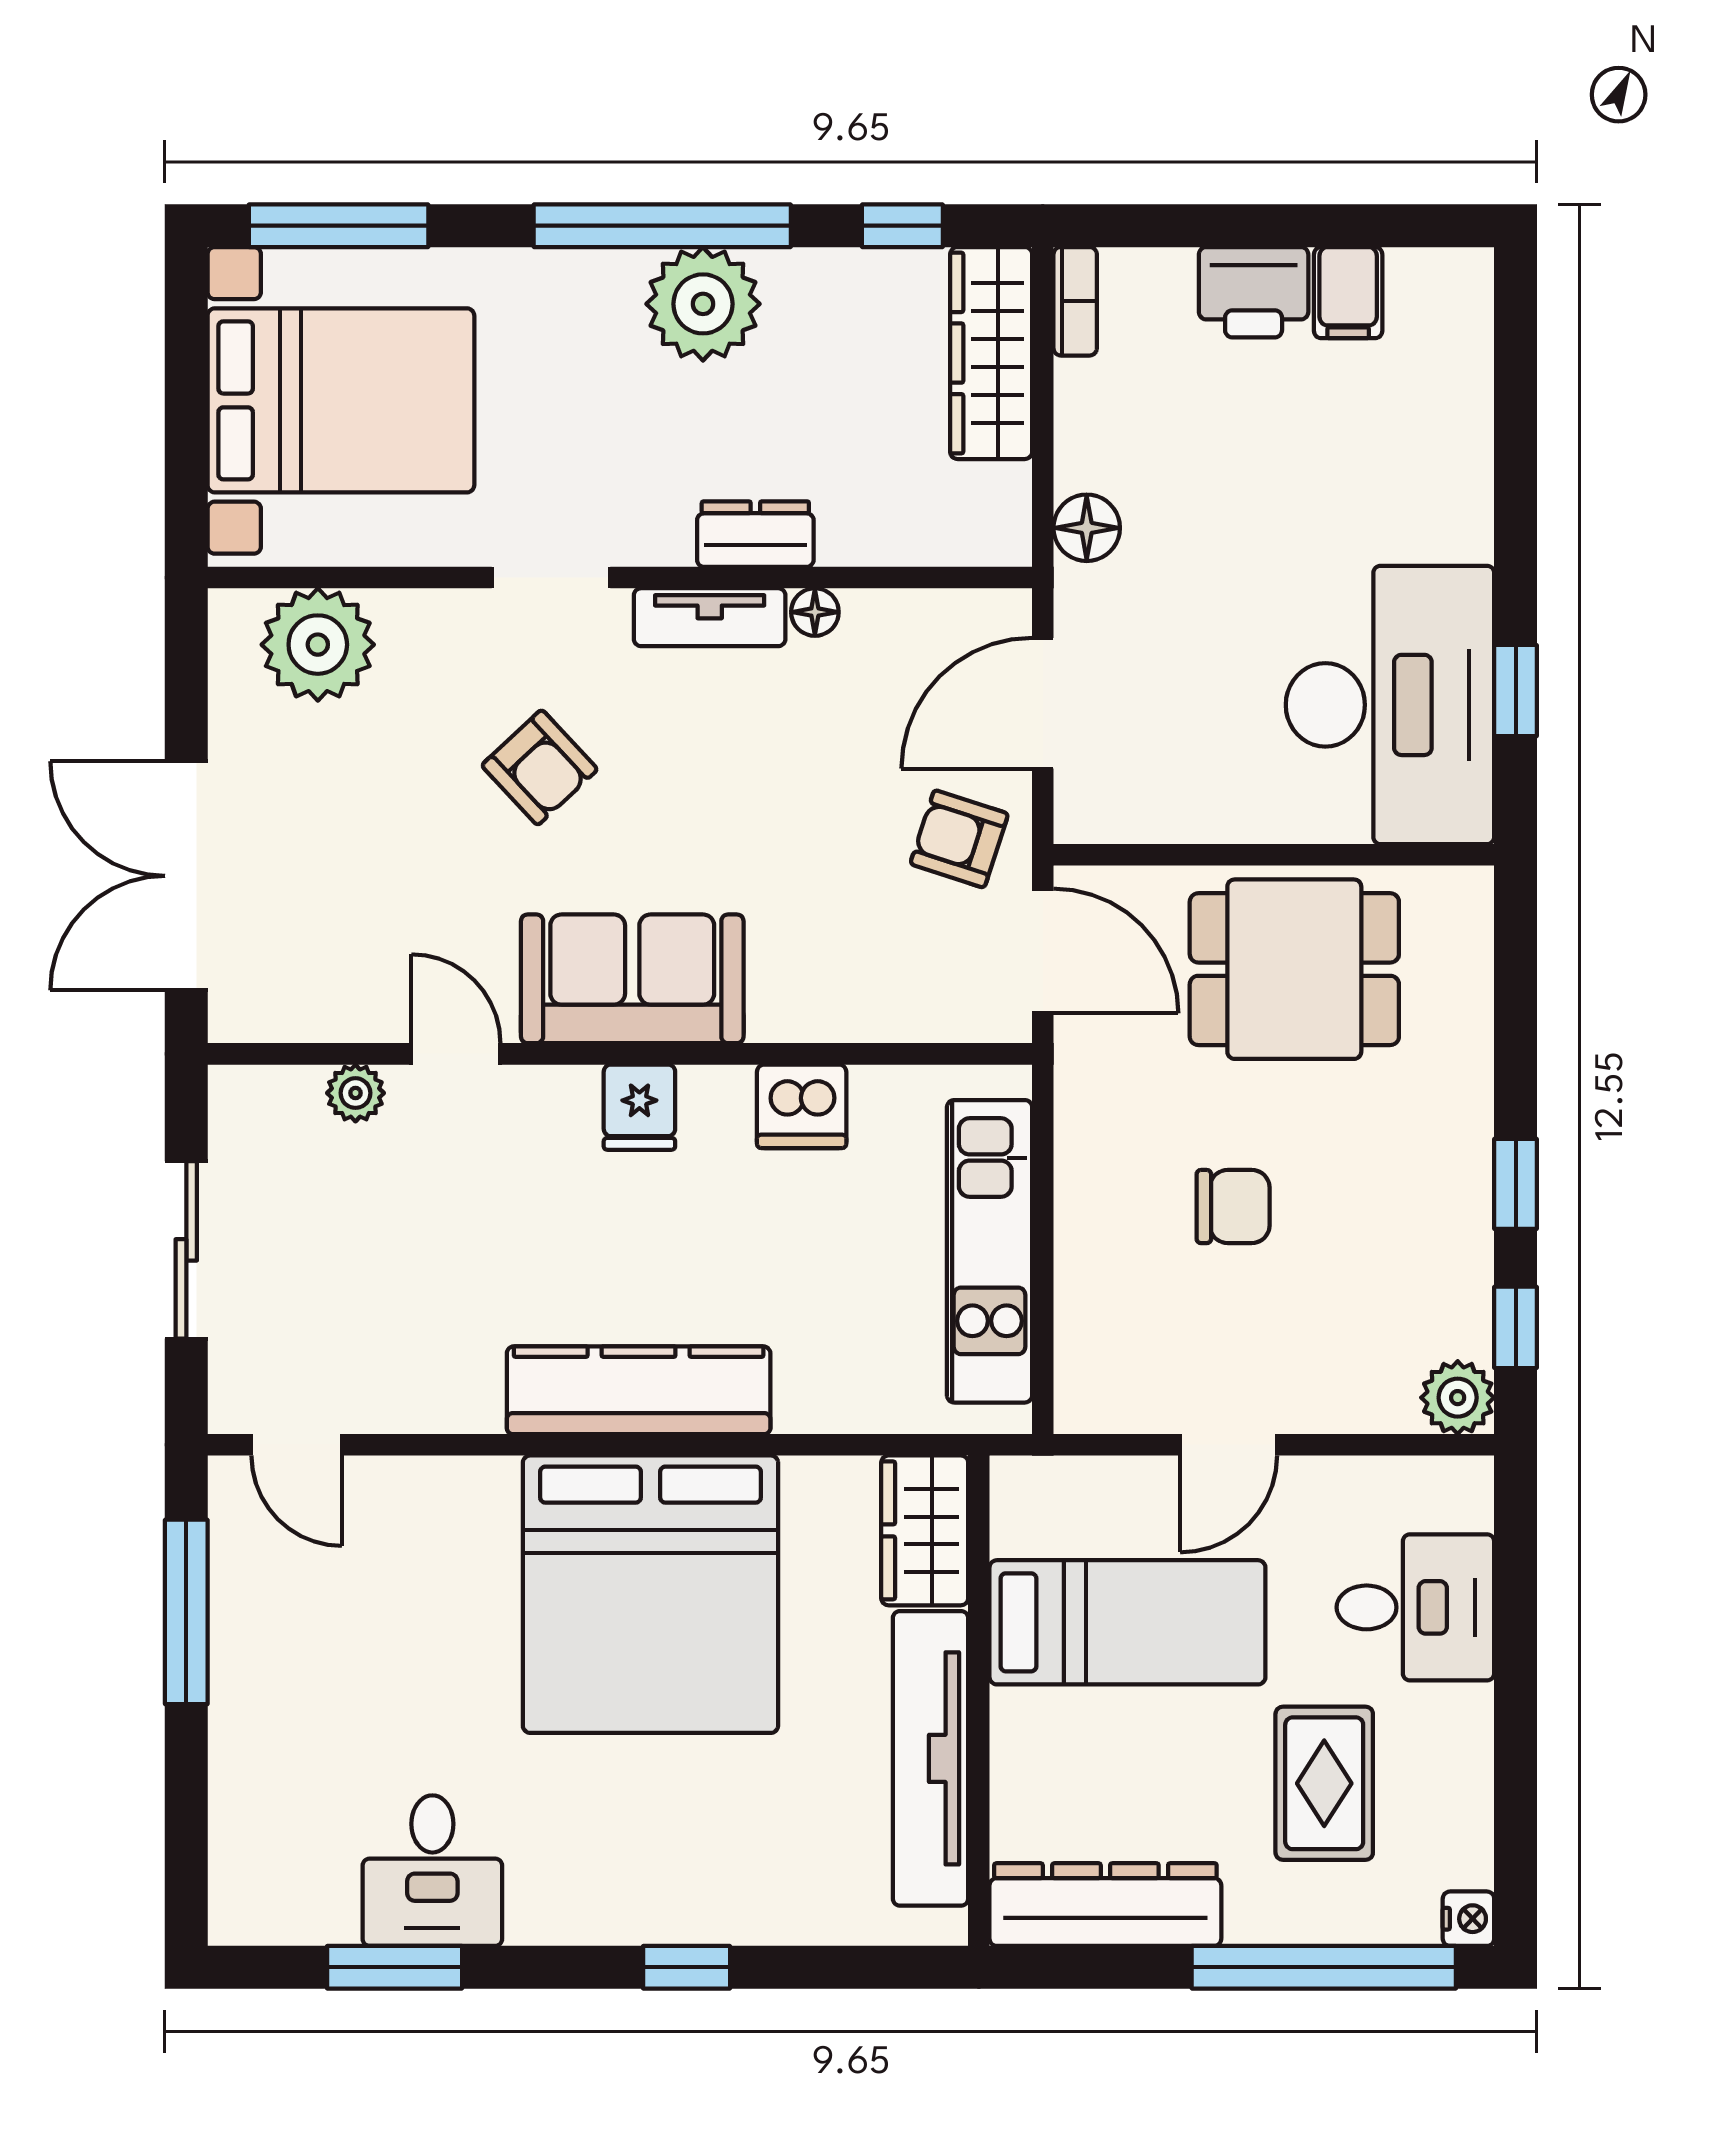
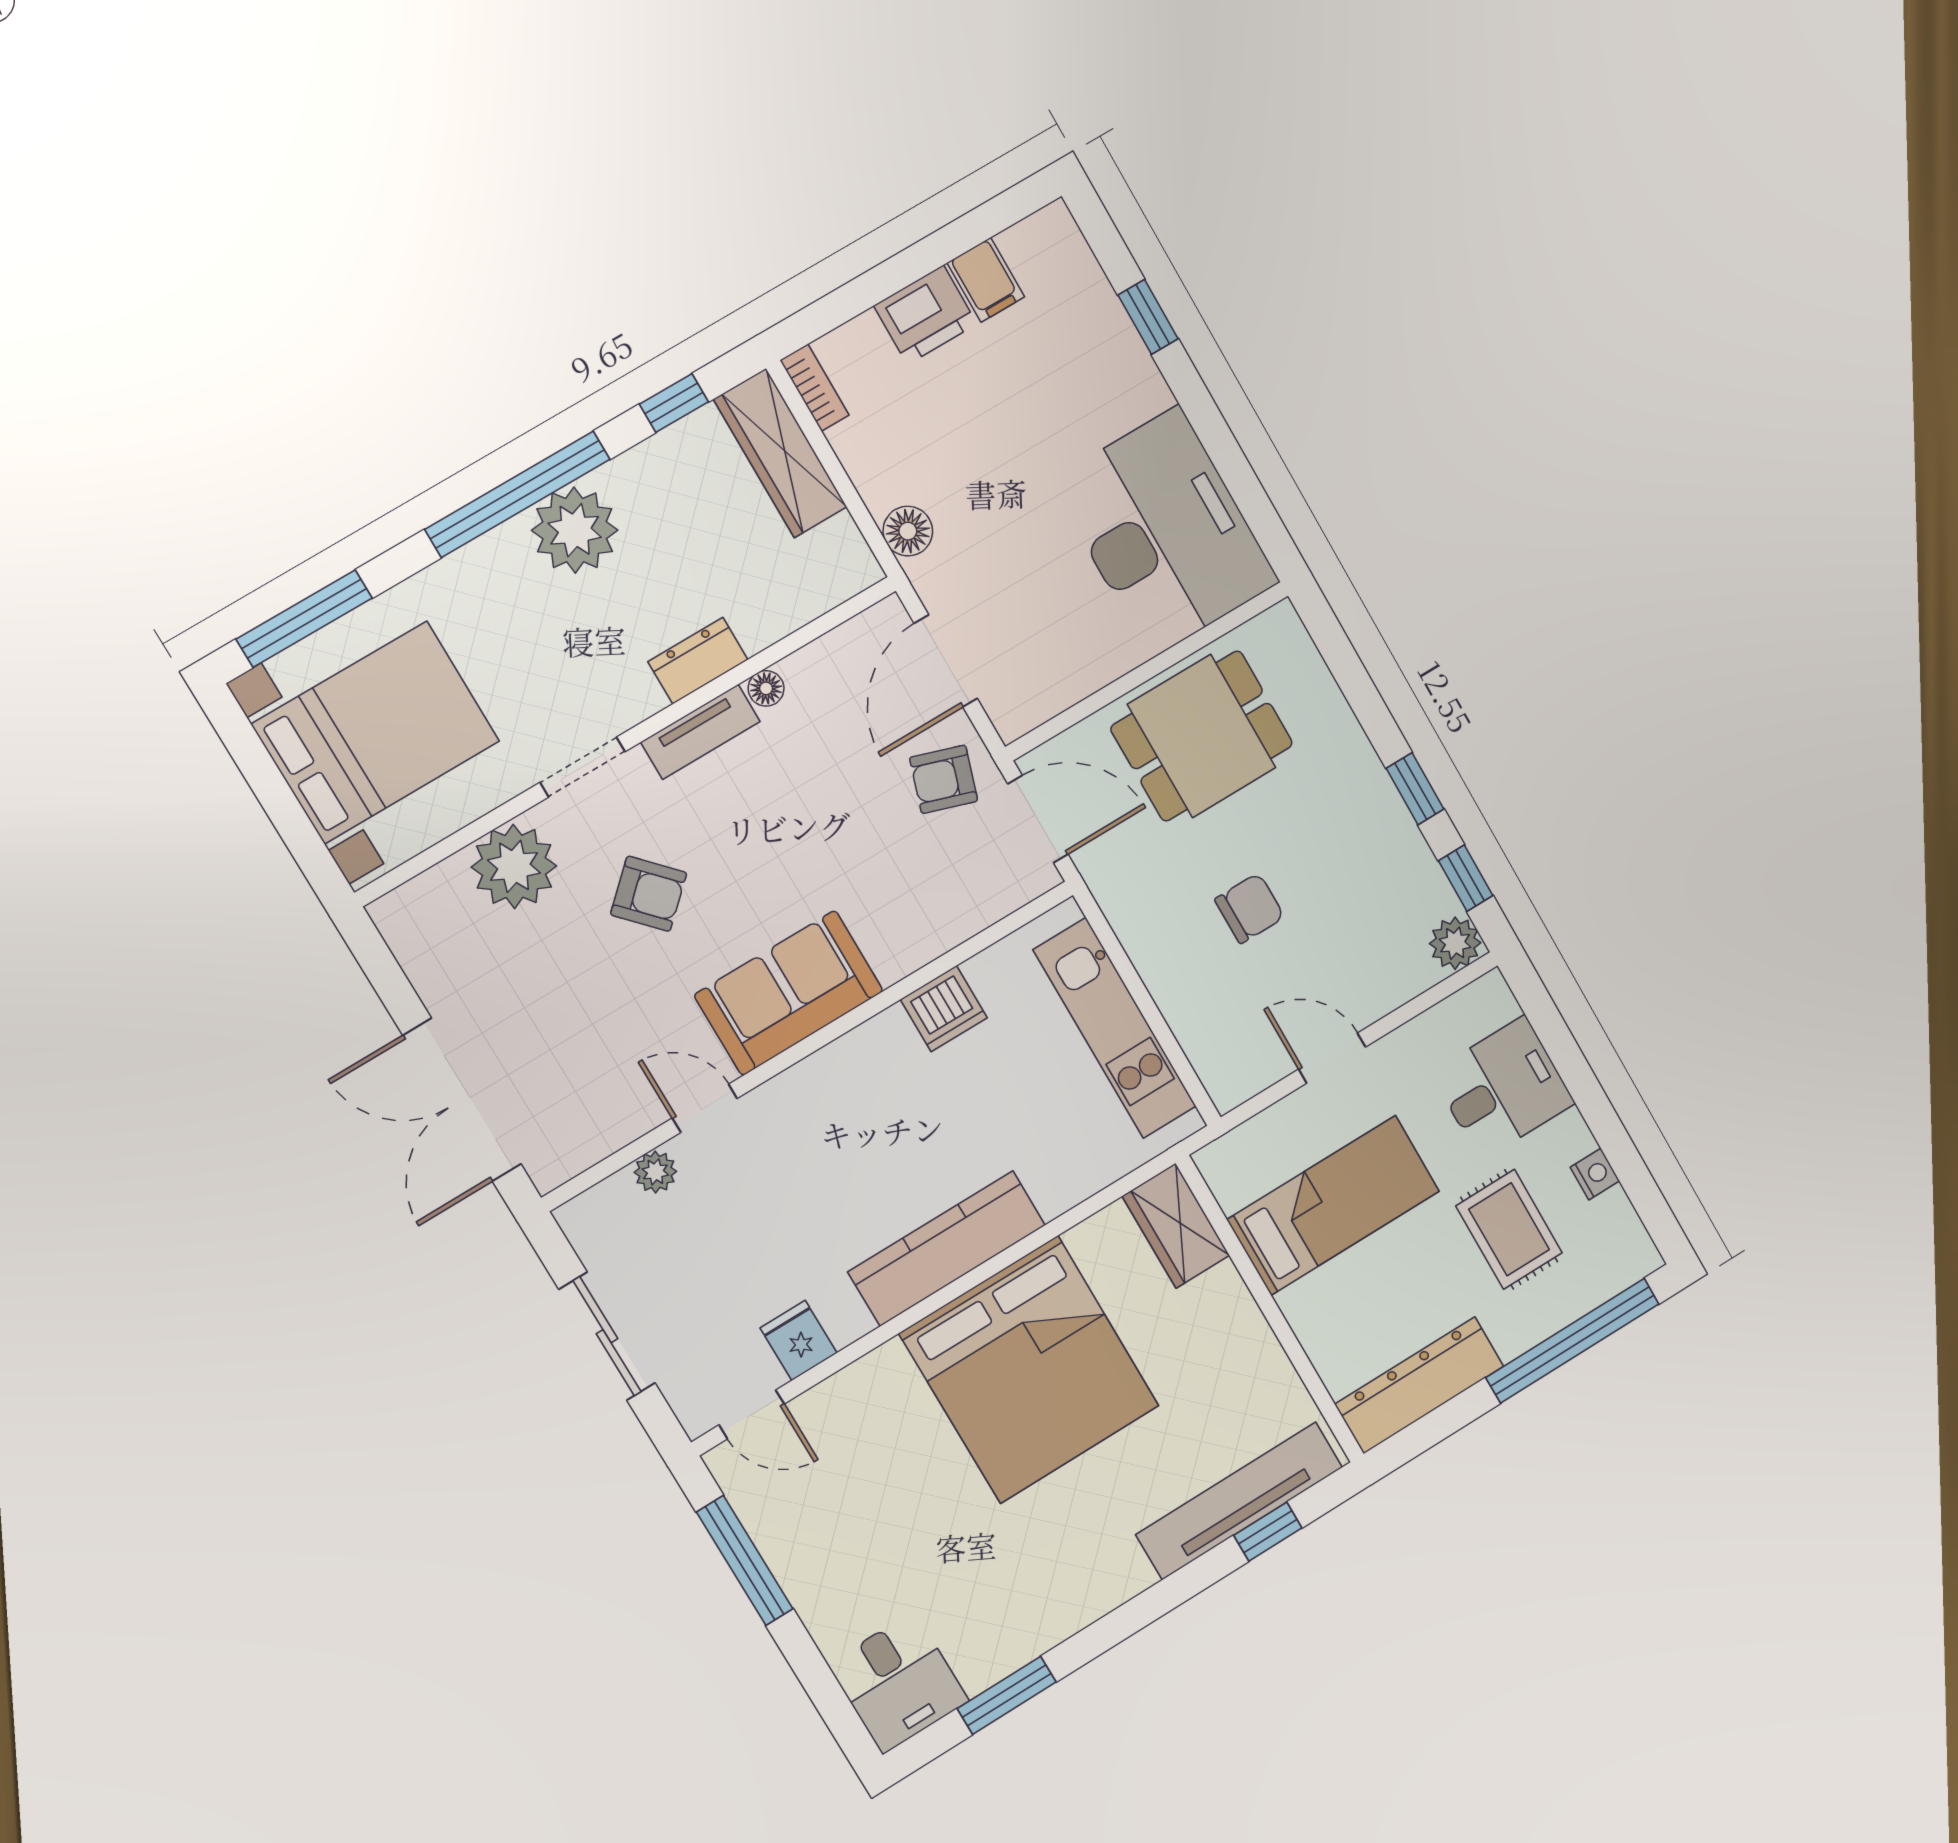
plant: (318, 645) -> (514, 866), moved
window: (1516, 691) -> (1148, 317), moved
fridge: (639, 1107) -> (798, 1340), moved, turned 180
door: (1229, 1445) -> (1332, 1058), swing flipped
tv unit: (930, 1758) -> (1239, 1501), moved, turned 90
desk: (432, 1871) -> (898, 1683), moved
nightstand: (1468, 1919) -> (1595, 1174), moved
window: (687, 1967) -> (1268, 1532), moved

